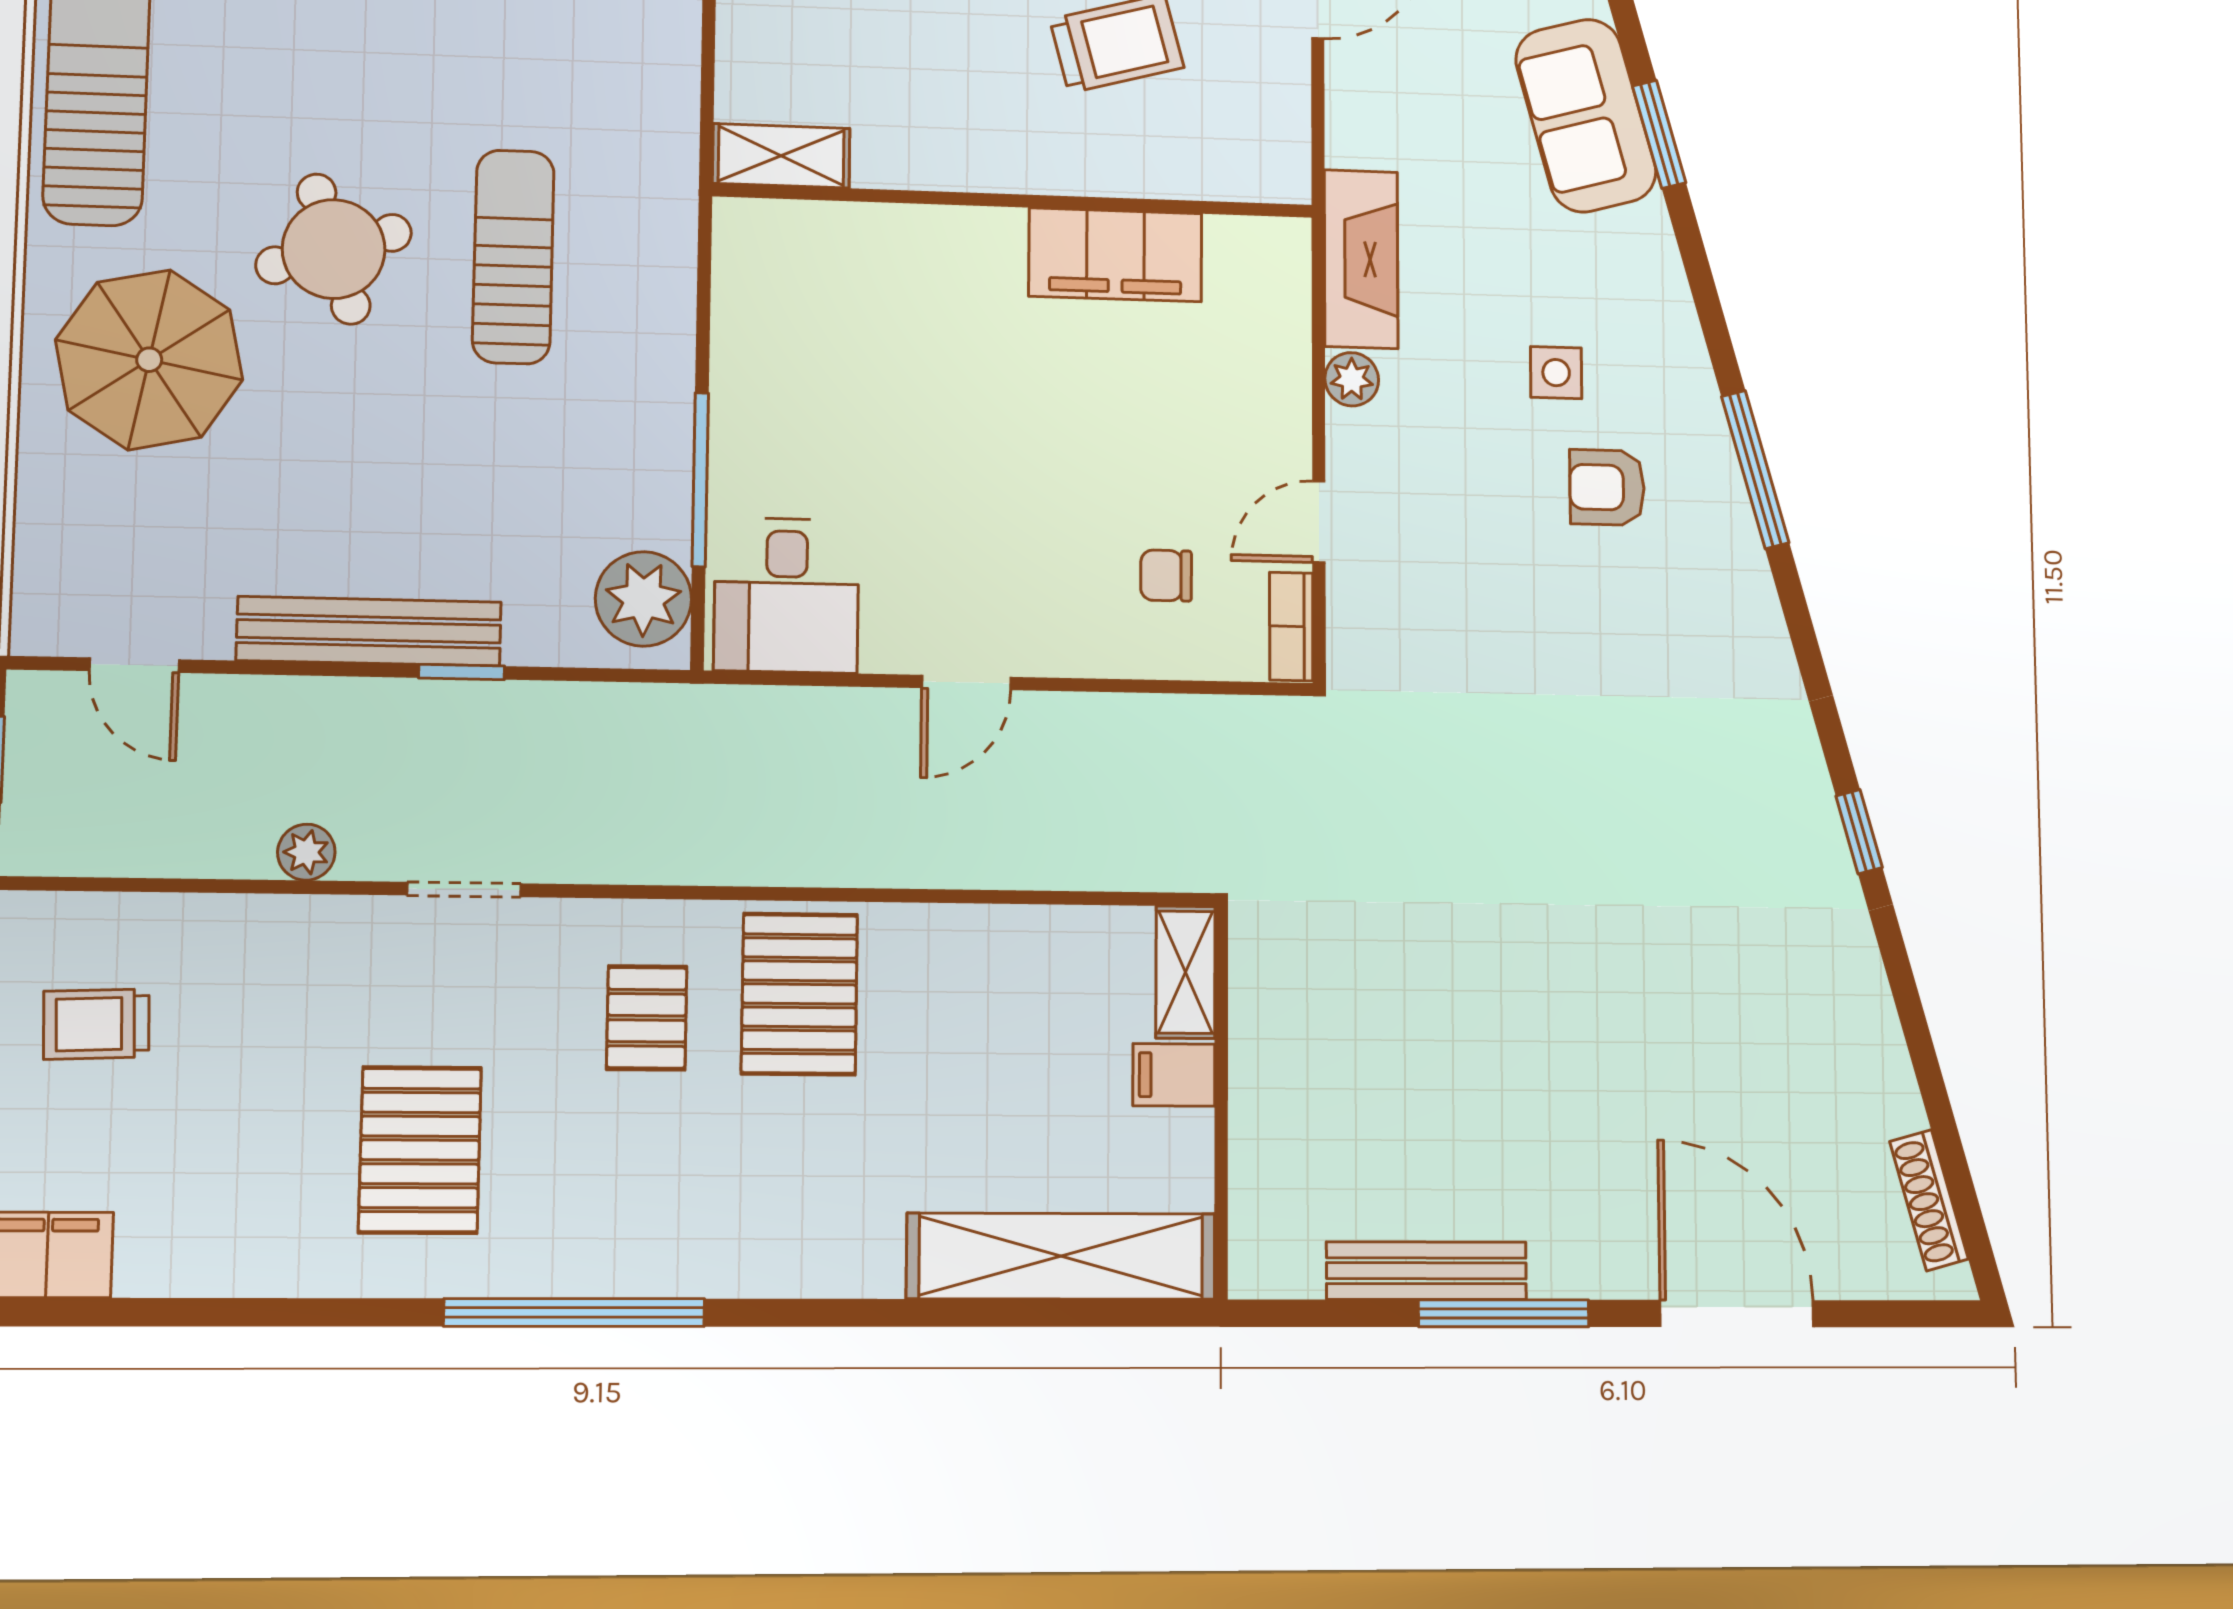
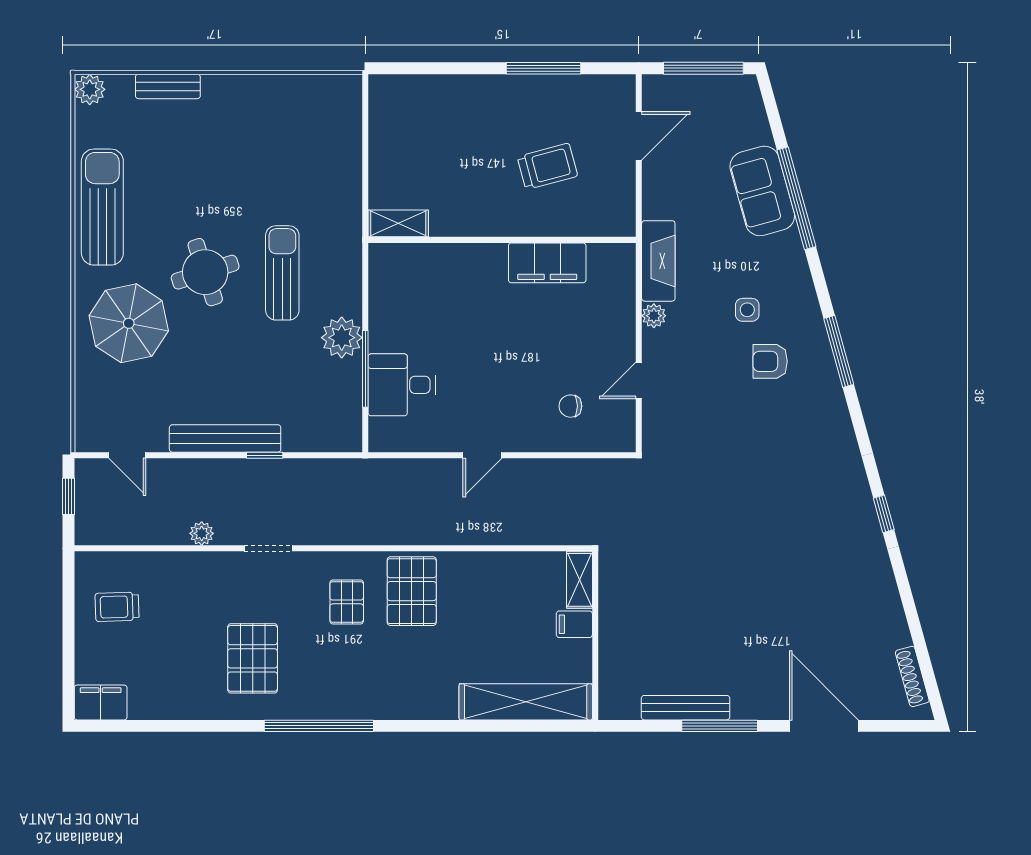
window: (1659, 134) -> (796, 198), width x2.11
desk: (786, 595) -> (402, 385), moved, turned 90
plant: (643, 599) -> (342, 338), moved
bookcase: (1291, 626) -> (626, 427), removed

